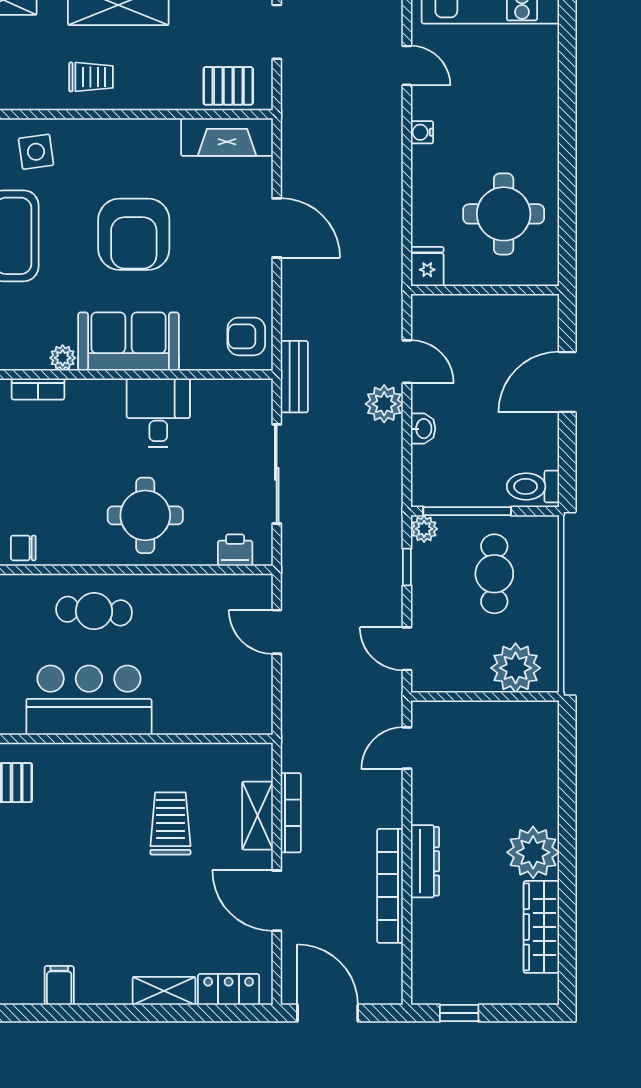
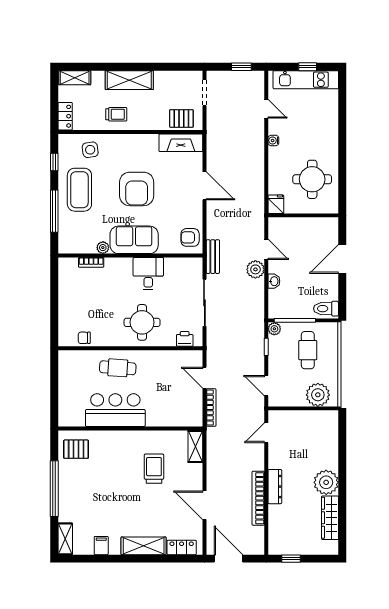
bookcase: (291, 813) -> (211, 408), moved
shelving: (258, 816) -> (195, 446), moved
shelving: (164, 991) -> (144, 546), width x1.50, depth x1.33

